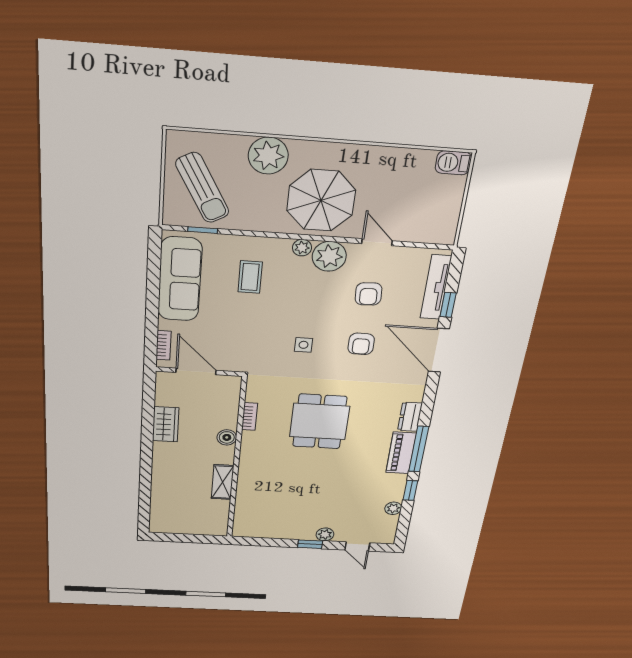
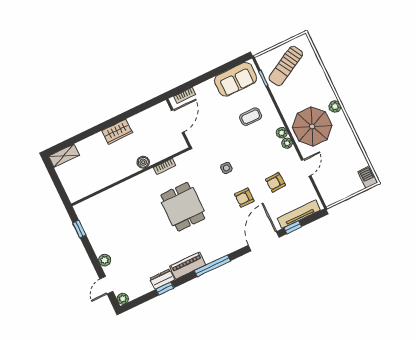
plant: (268, 156) -> (335, 106), moved, width x0.53, depth x0.53
plant: (329, 256) -> (287, 143), width x0.53, depth x0.53
sofa: (180, 279) -> (236, 79), width x0.73
dresser: (410, 417) -> (162, 279), moved
dining table: (320, 422) -> (183, 207), turned 90
wardrobe: (166, 424) -> (117, 132), moved
window: (419, 449) -> (212, 266), moved
shelving: (222, 482) -> (64, 156), moved
plant: (393, 508) -> (123, 299), moved
window: (310, 544) -> (79, 229), moved

